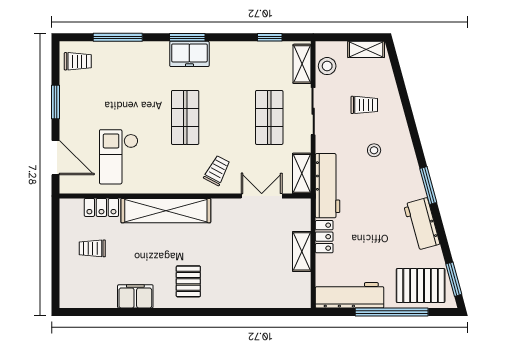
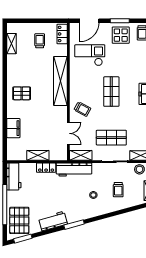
display table: (82, 100) -> (121, 35), added
shop shelf: (185, 117) -> (111, 92), turned 90
locker: (101, 207) -> (62, 34), moved
workbench: (350, 295) -> (14, 176), width x0.73
filing cabinet: (135, 296) -> (13, 128), moved
shelving: (97, 300) -> (12, 44), added

